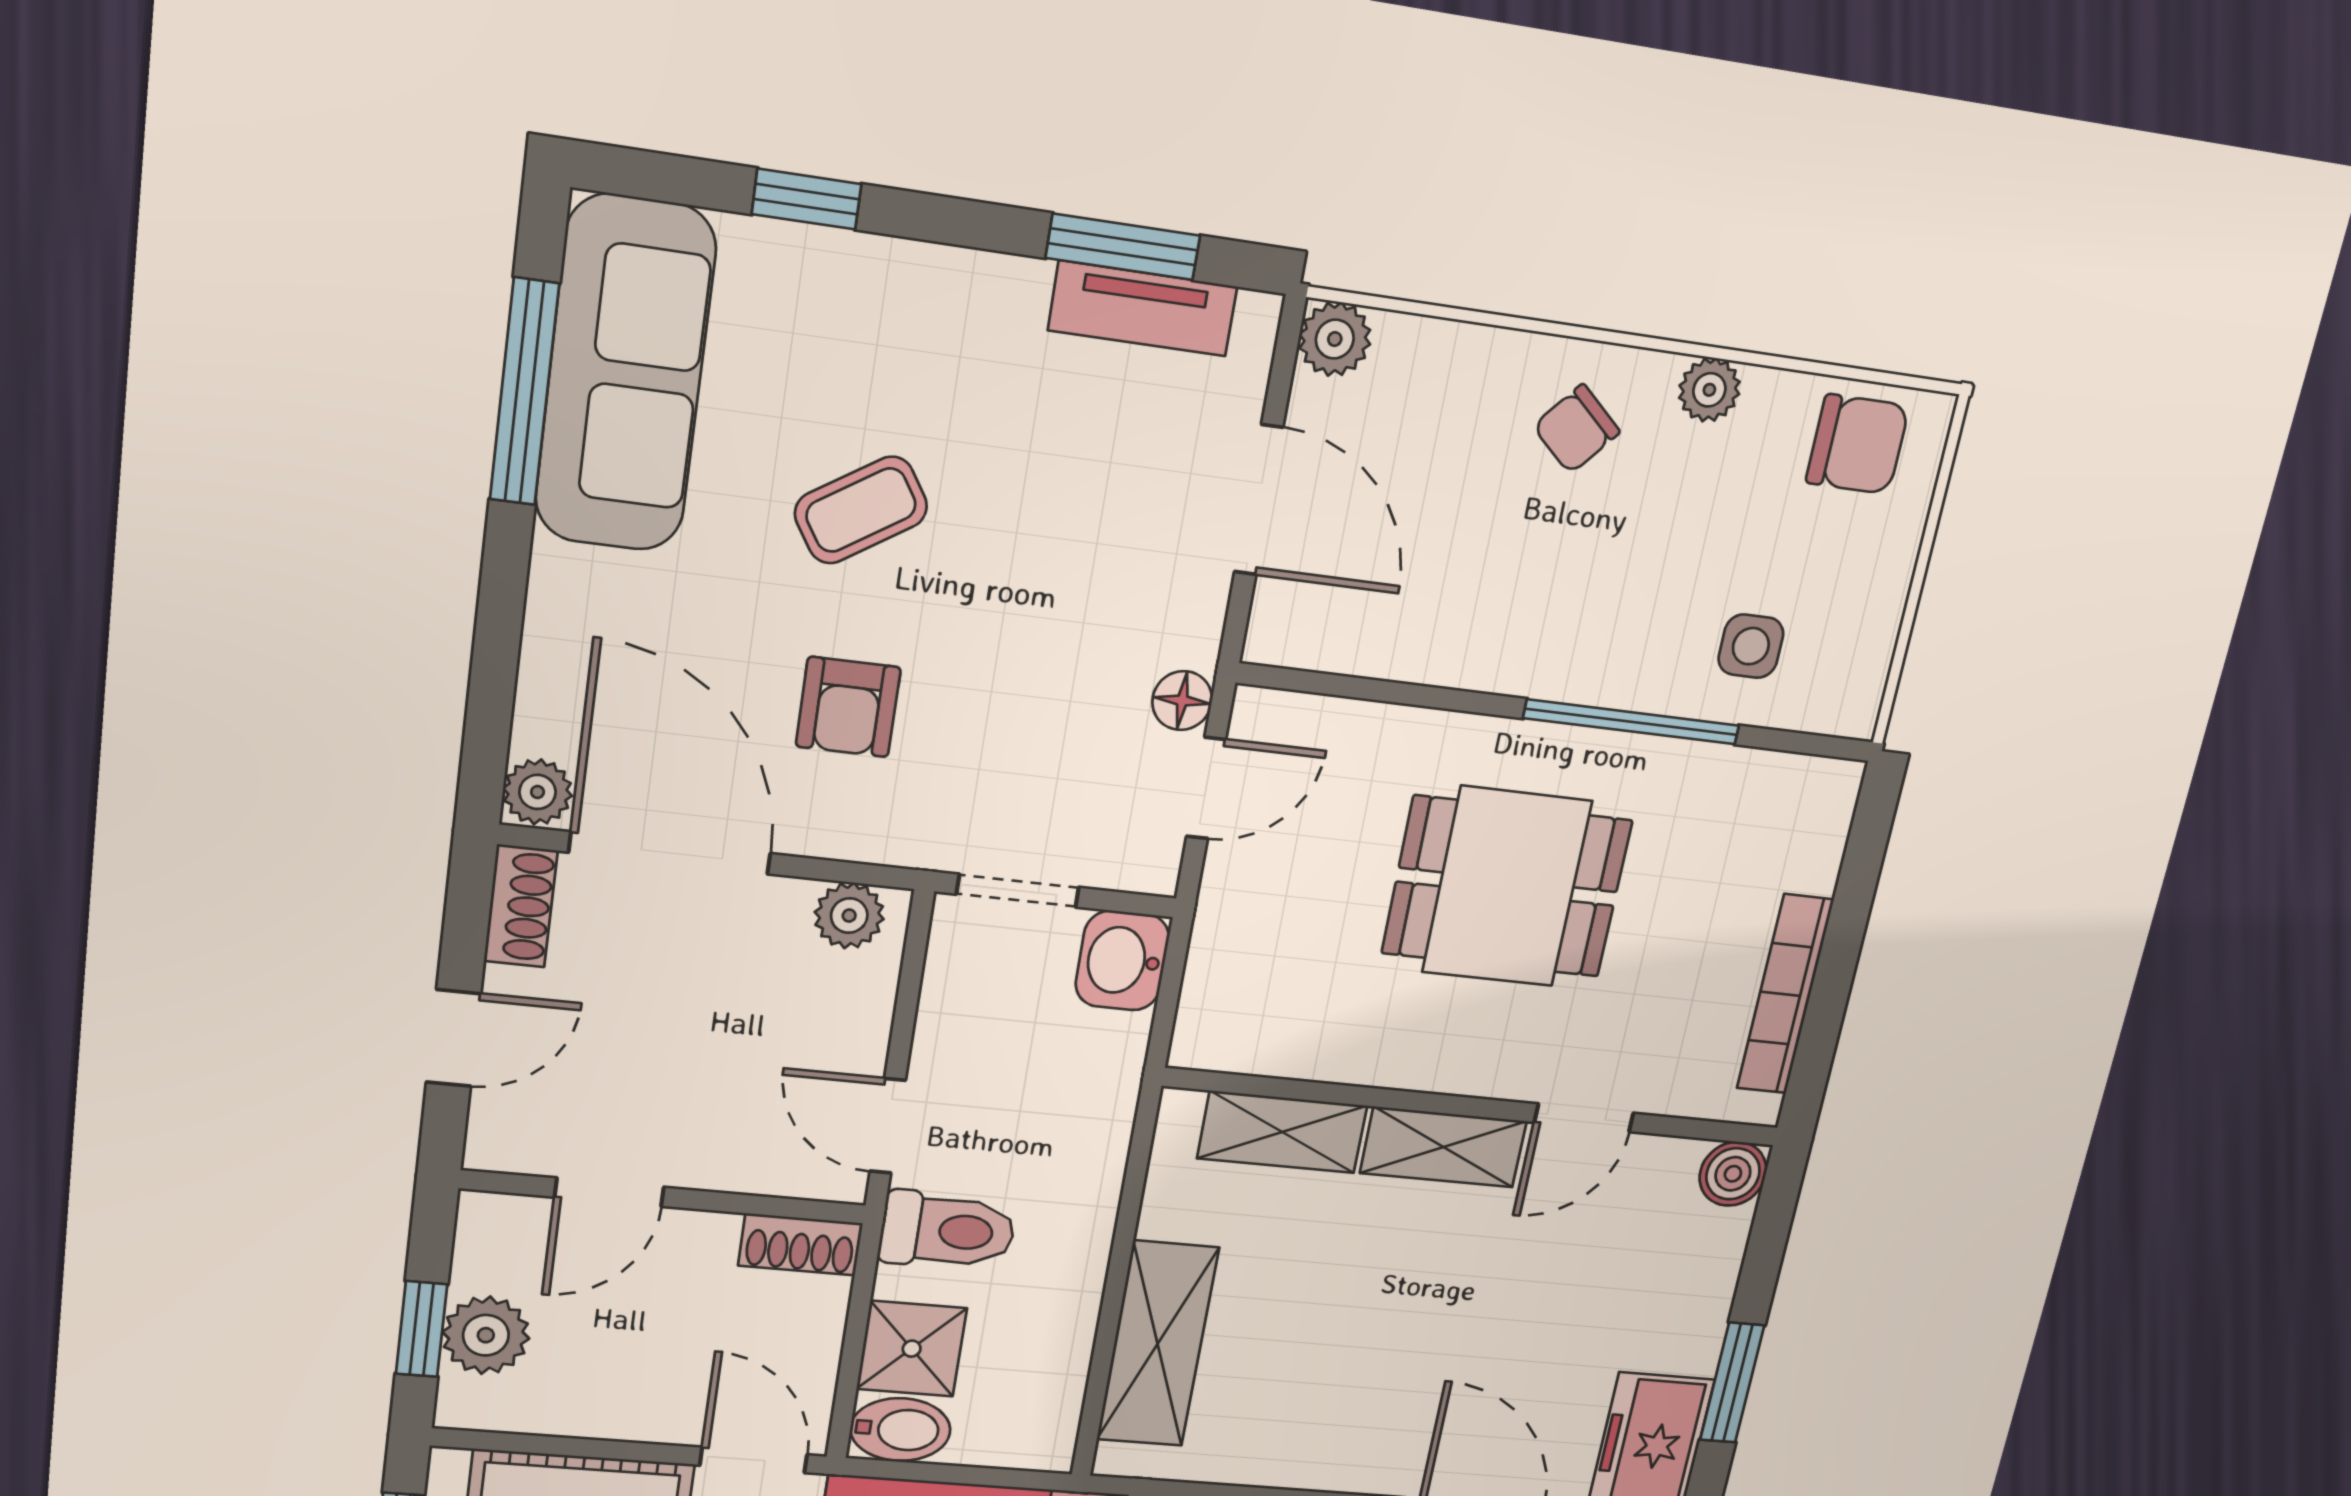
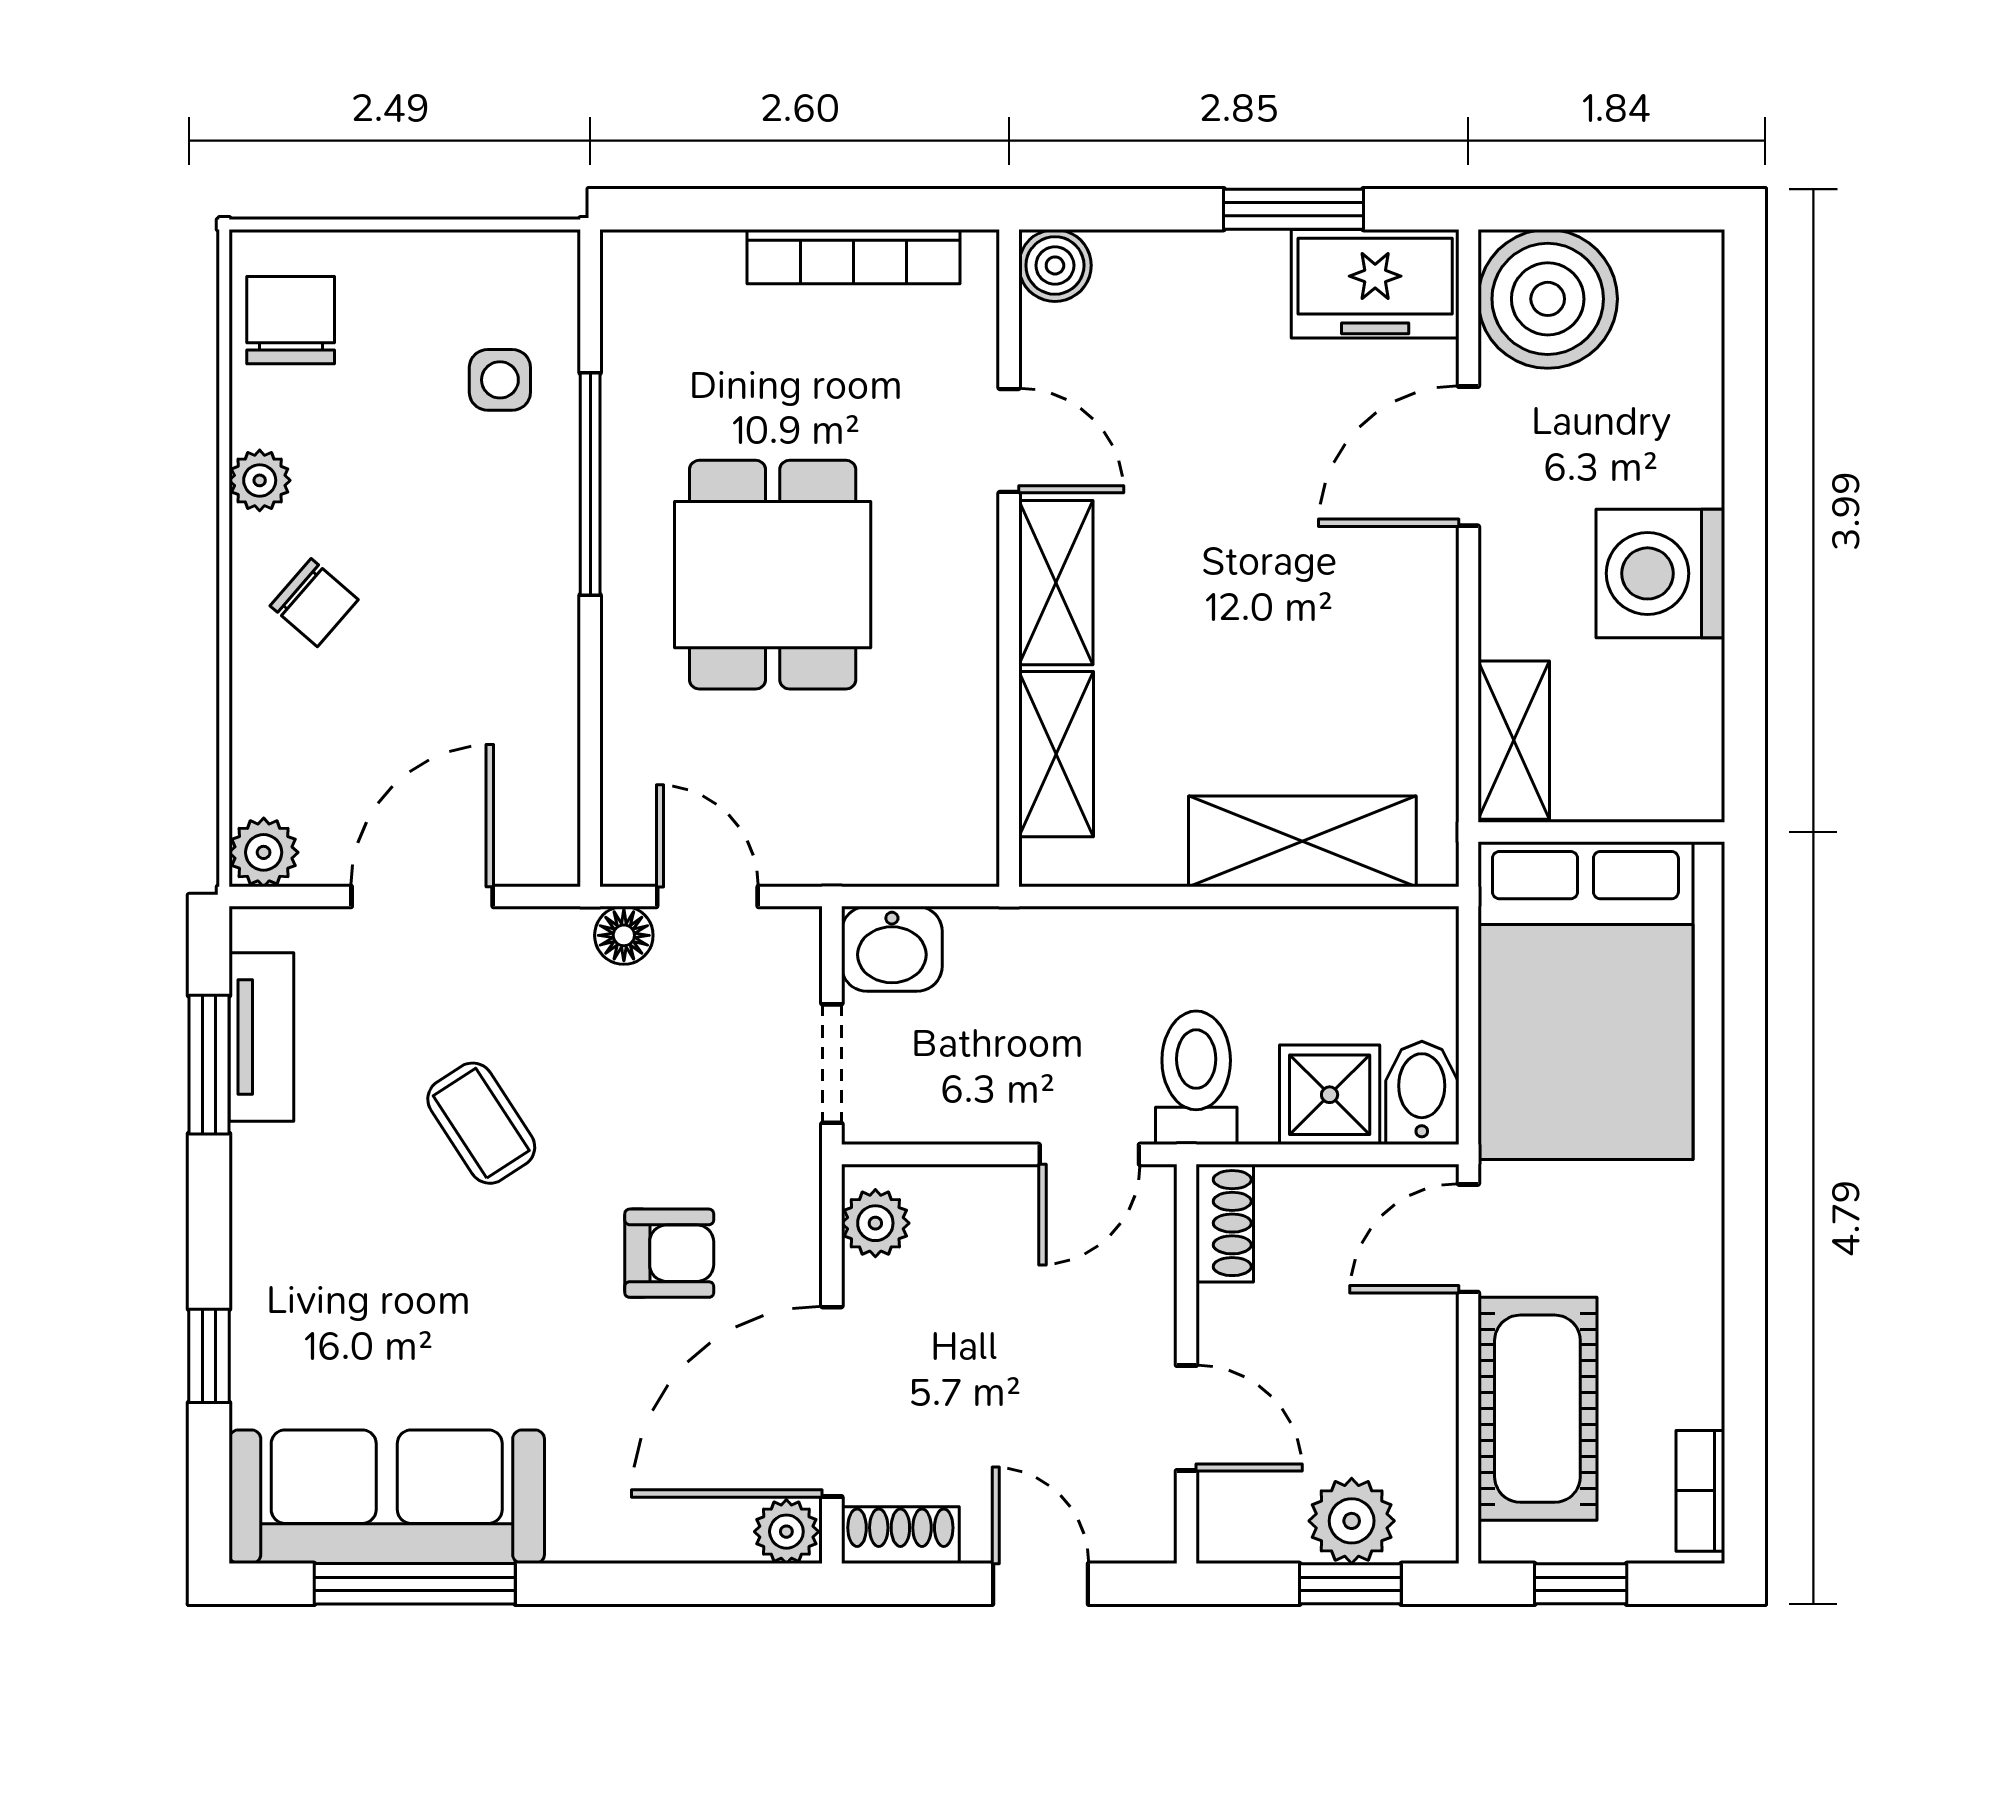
coffee table: (861, 510) -> (481, 1123), moved

